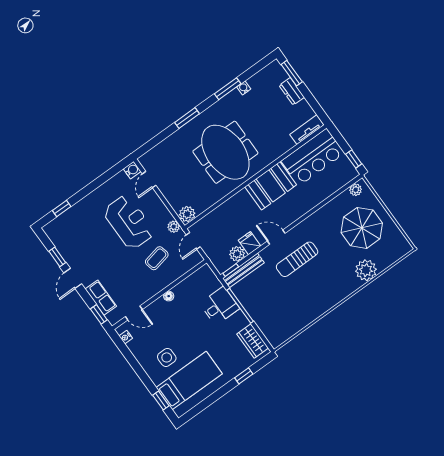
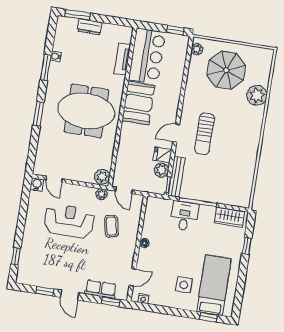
tv unit: (307, 130) -> (122, 59), moved

